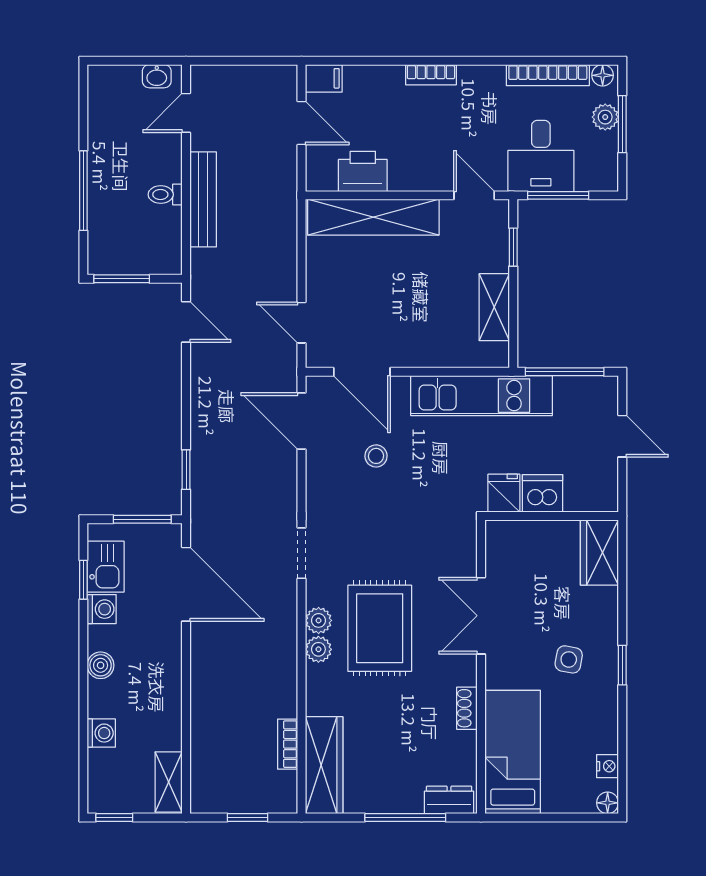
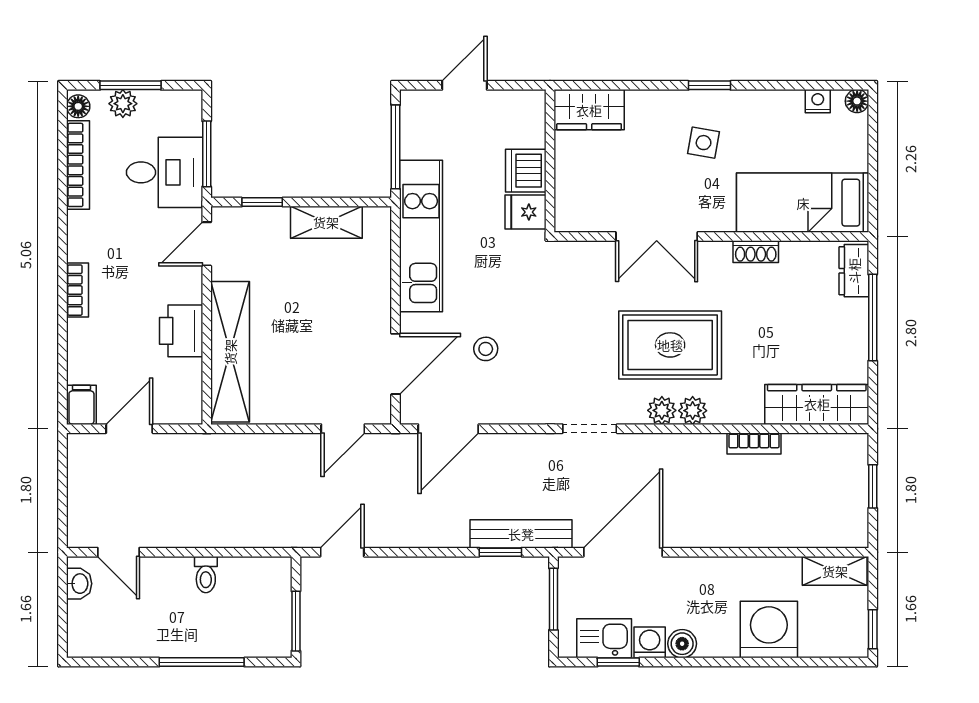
printer: (363, 171) -> (181, 331), moved
bench: (203, 199) -> (521, 534), moved
boiler: (101, 665) -> (682, 644), moved
washing machine: (101, 733) -> (769, 630), width x1.89, depth x1.89
bookcase: (288, 744) -> (754, 444), moved

